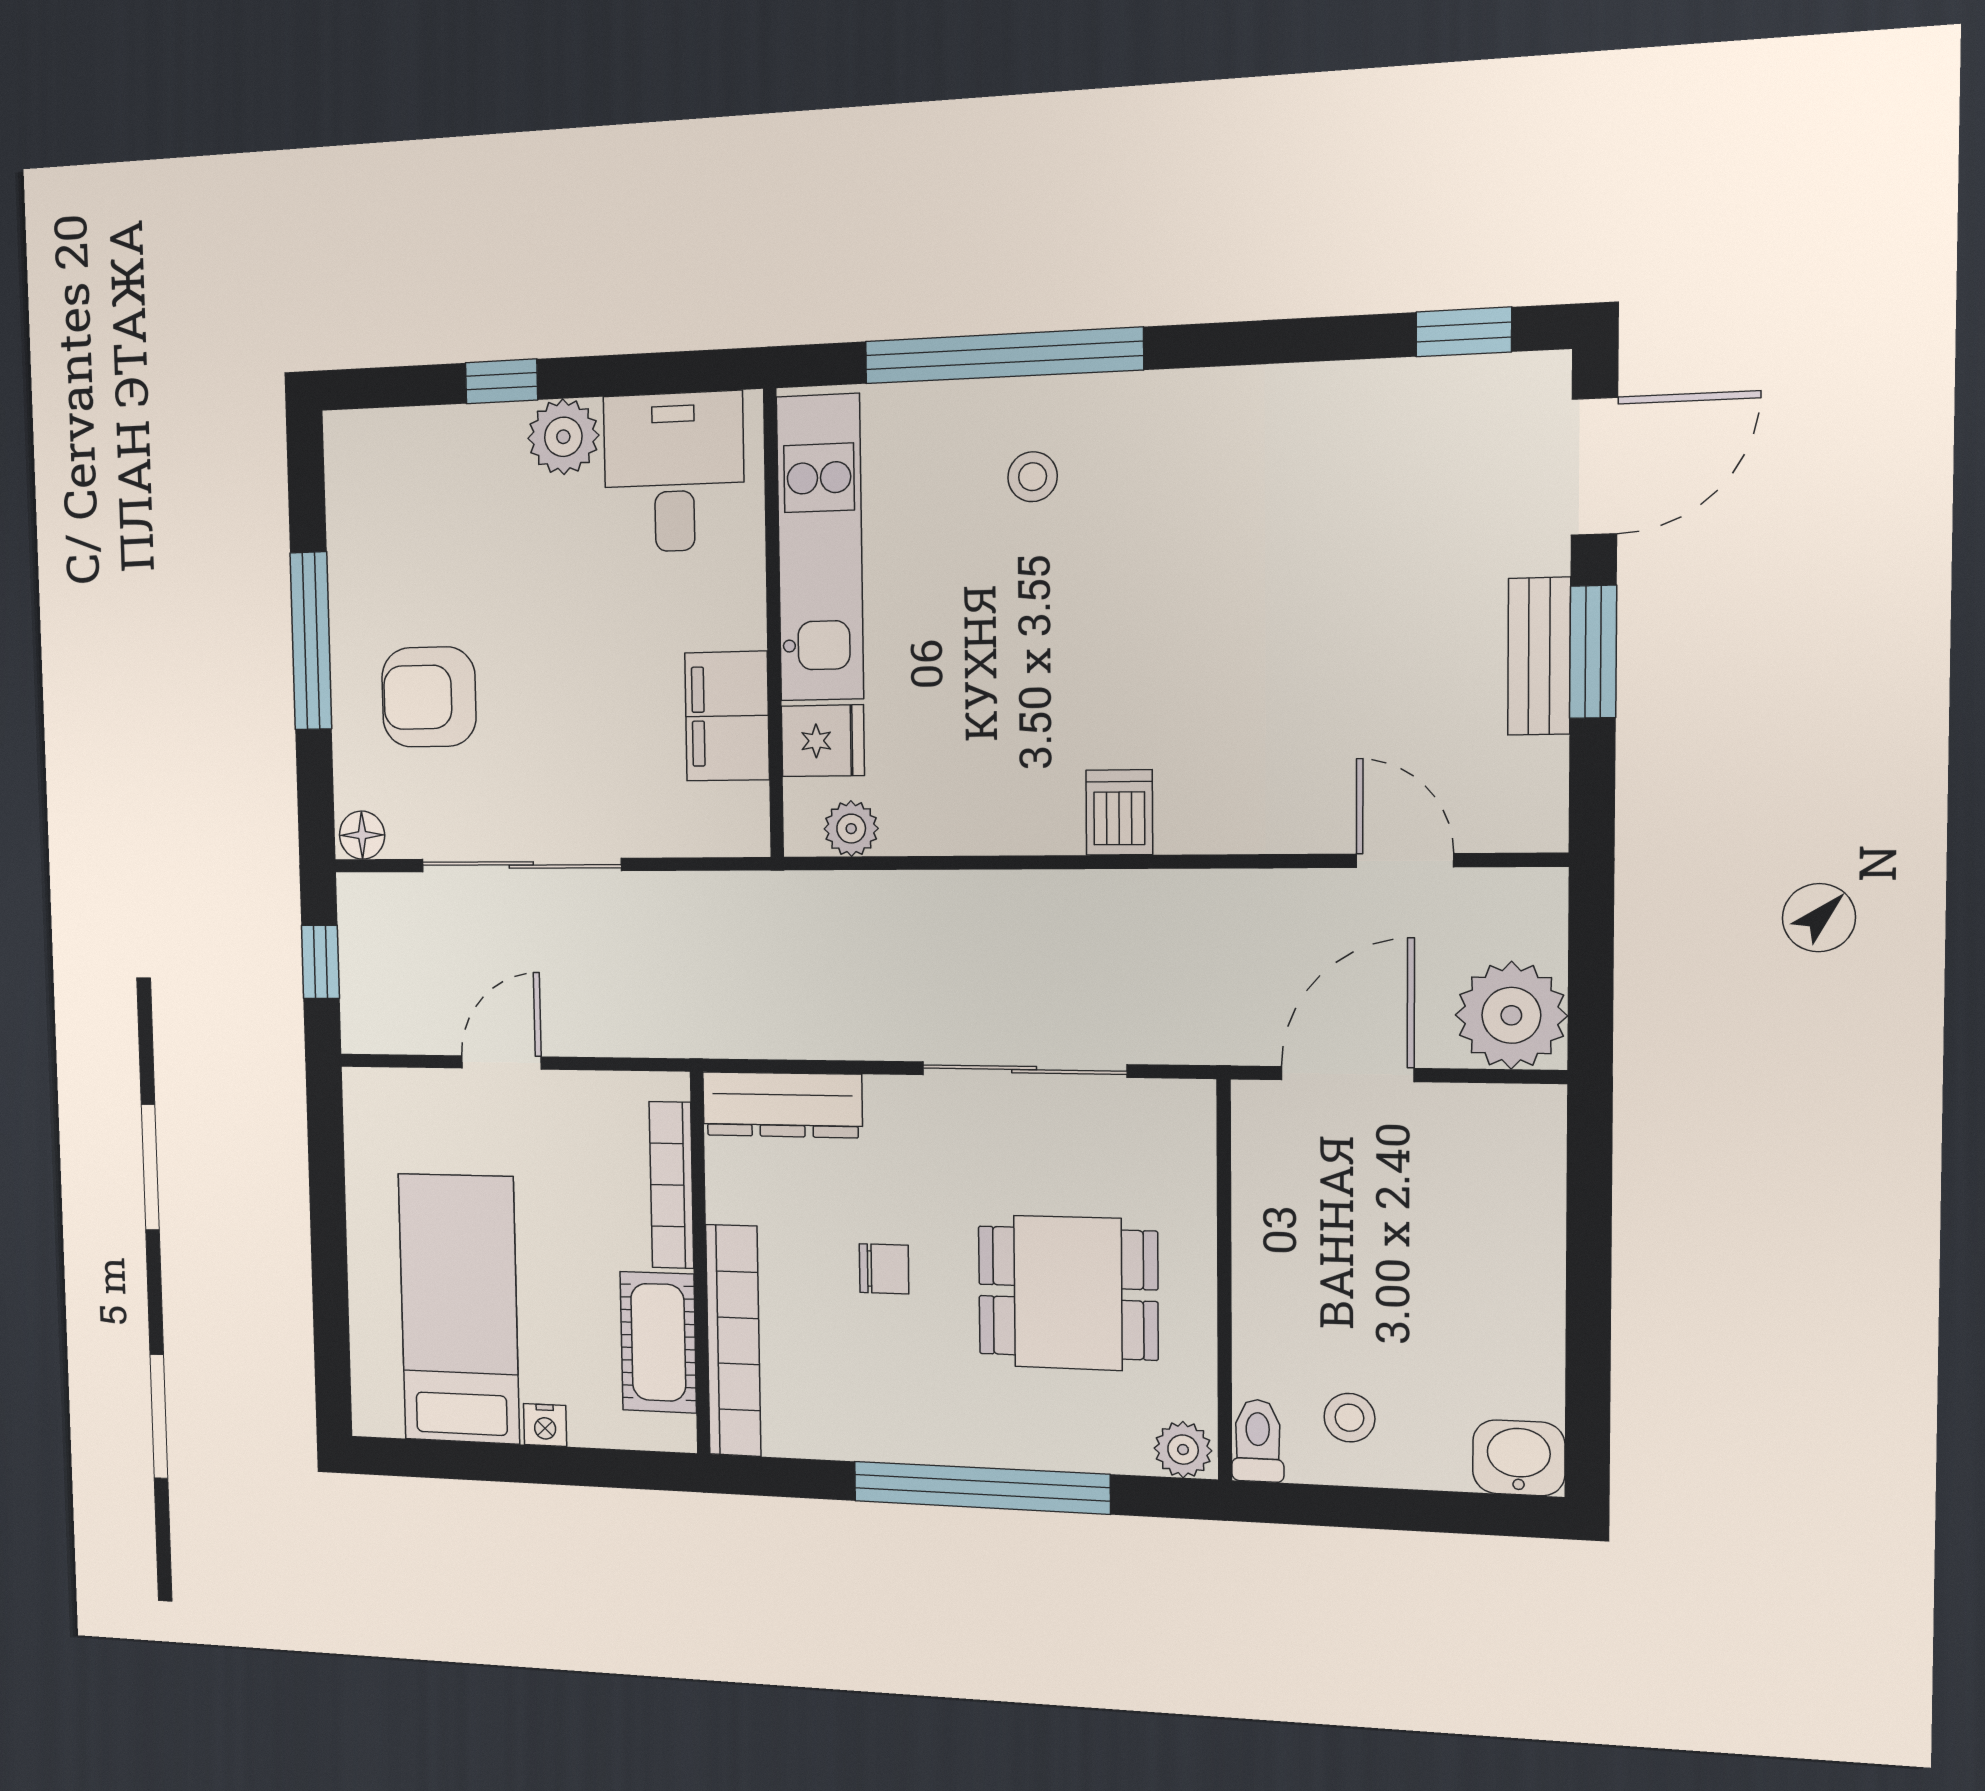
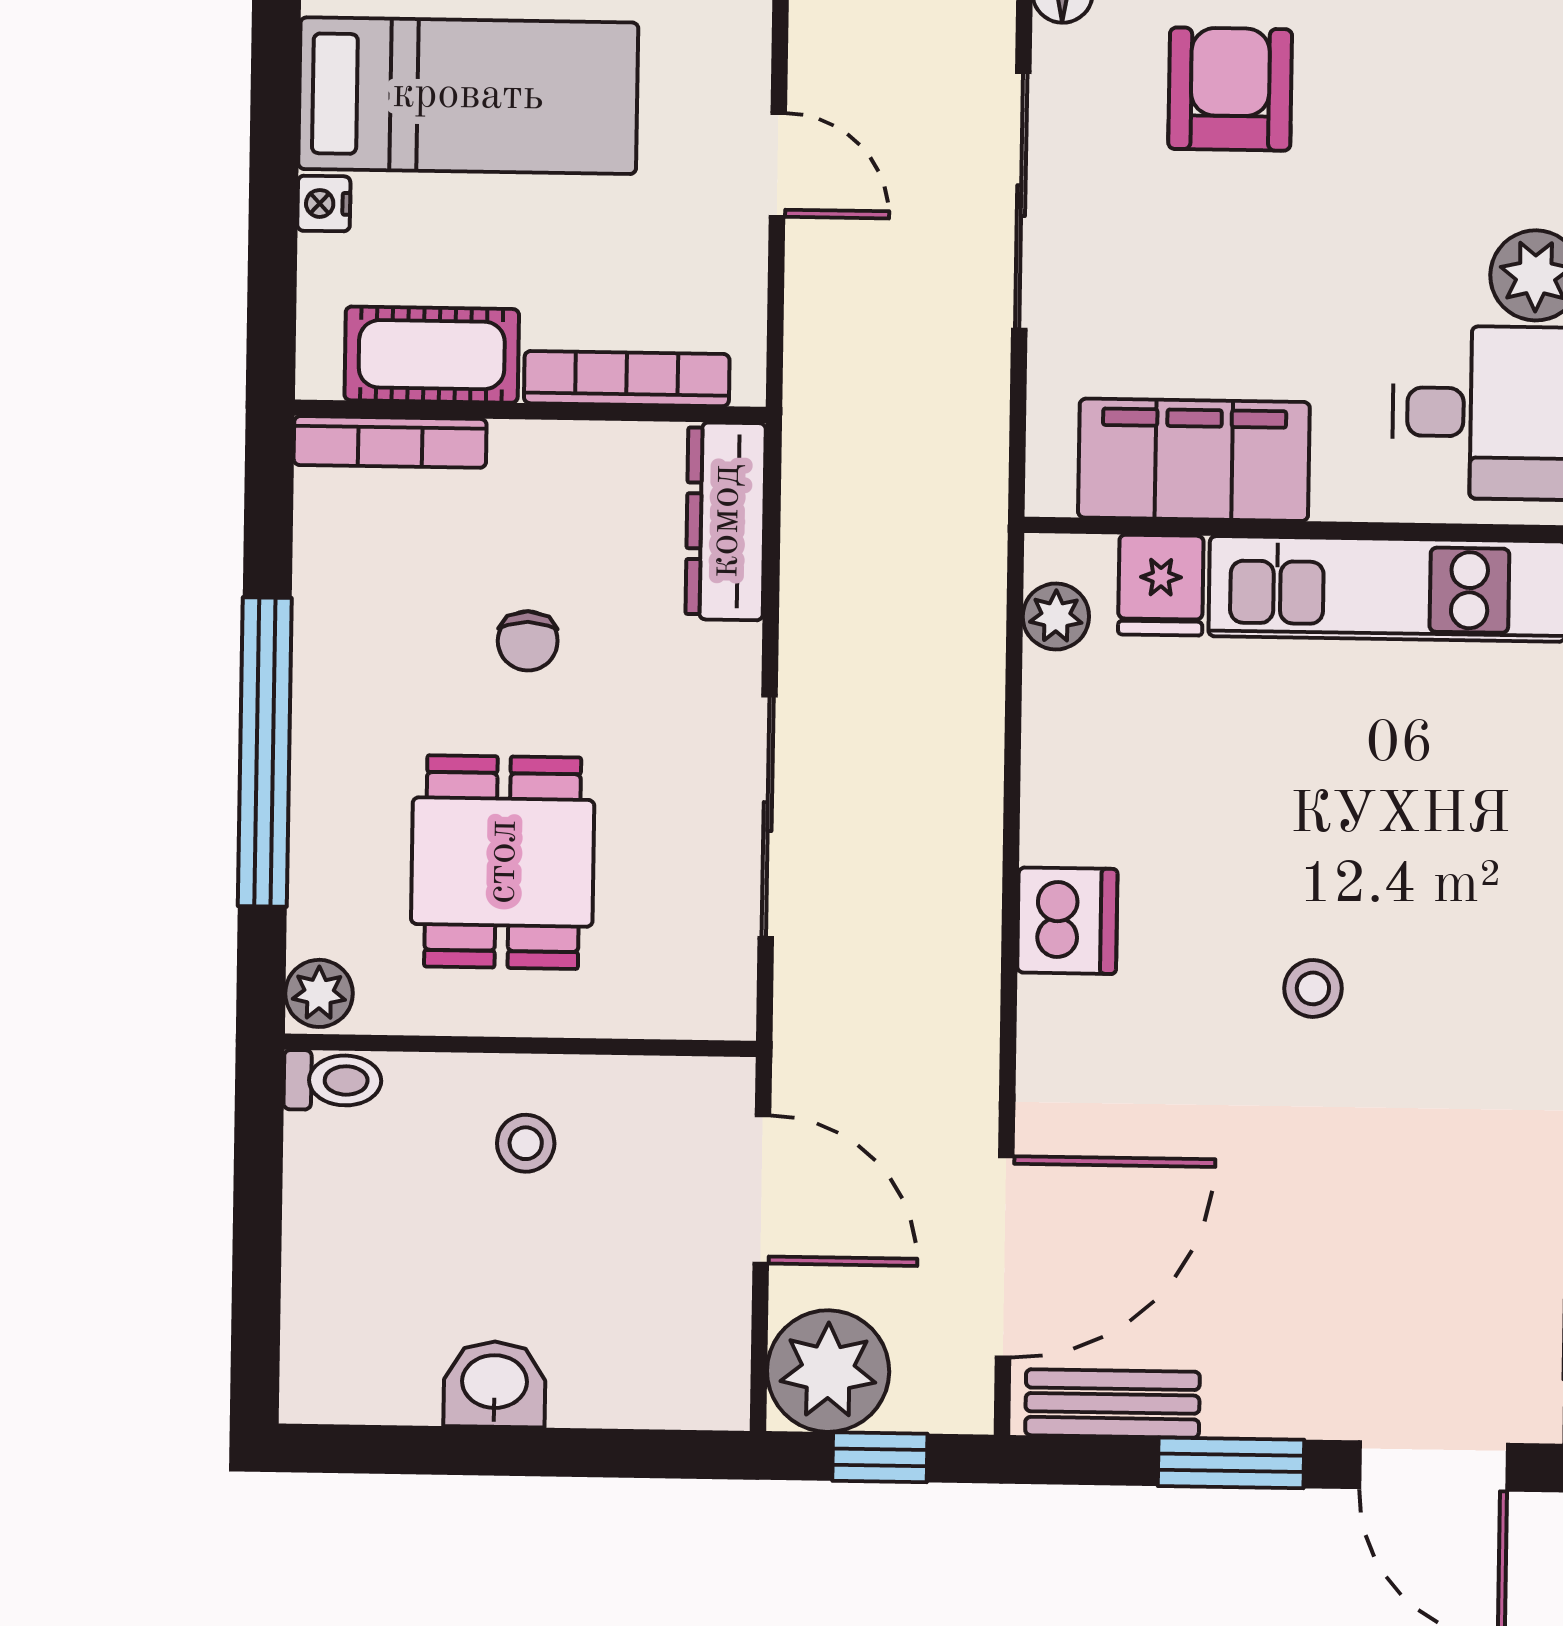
stool: (1033, 477) -> (1313, 988), moved
bench: (1539, 656) -> (1112, 1403), moved
filing cabinet: (727, 716) -> (1194, 460), width x1.50, depth x1.17
dishwasher: (1119, 812) -> (1067, 921), width x1.38
door: (1405, 861) -> (1005, 1257), width x1.87
window: (1591, 969) -> (880, 1457), added
bookcase: (733, 1341) -> (390, 442), width x0.68, depth x0.76
stool: (1349, 1418) -> (526, 1143), moved
washbasin: (1519, 1458) -> (494, 1384), moved, turned -90

